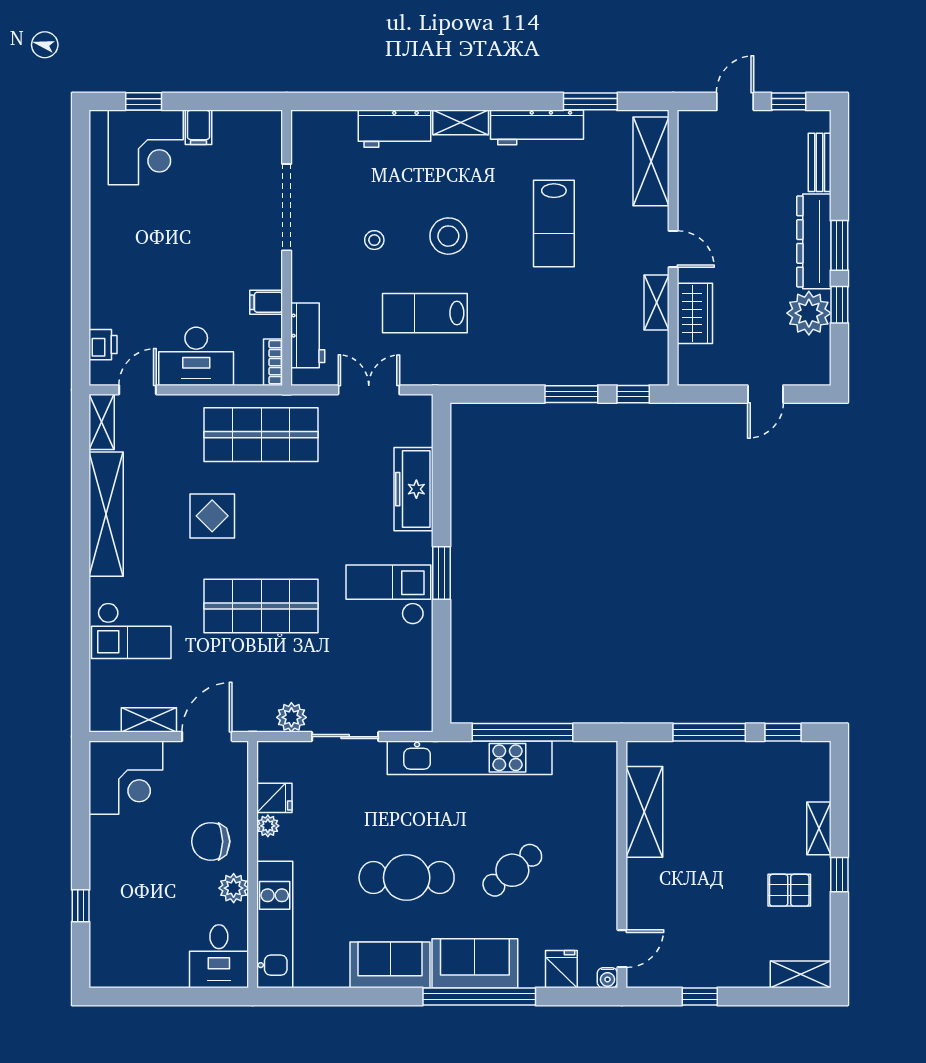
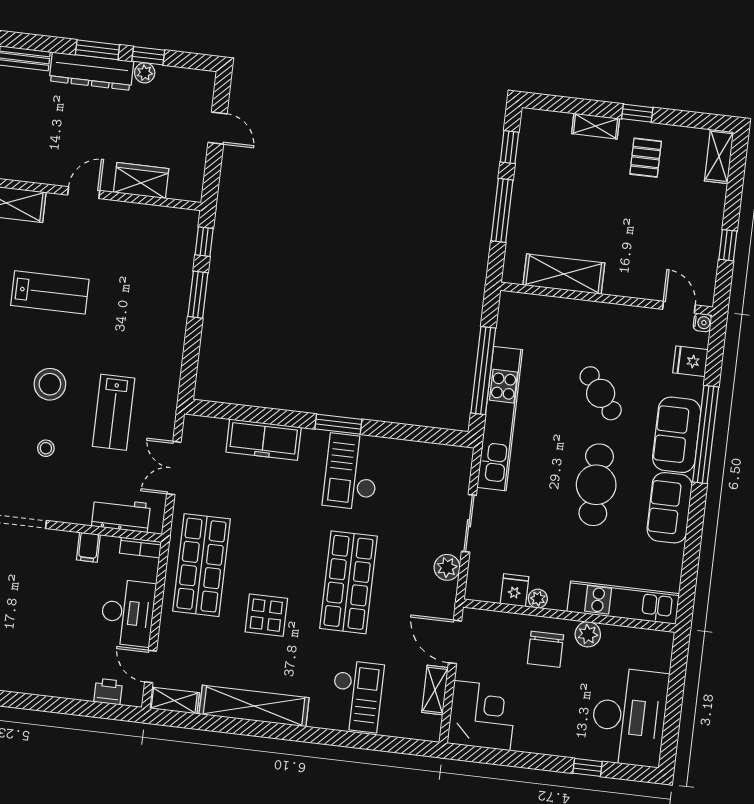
shelving: (656, 302) -> (128, 212), removed
plant: (809, 313) -> (145, 73), width x0.53, depth x0.53
desk: (219, 956) -> (629, 717), moved, width x1.87, depth x1.30

